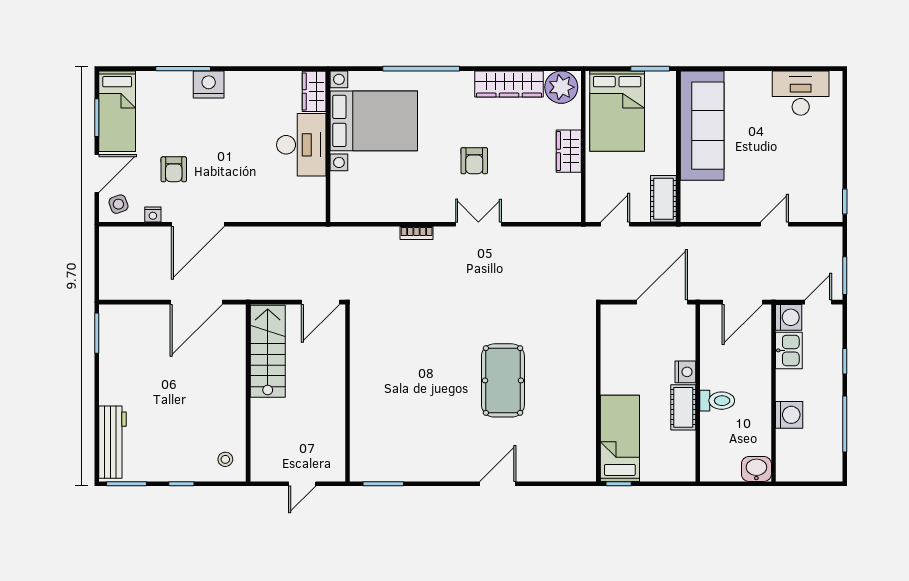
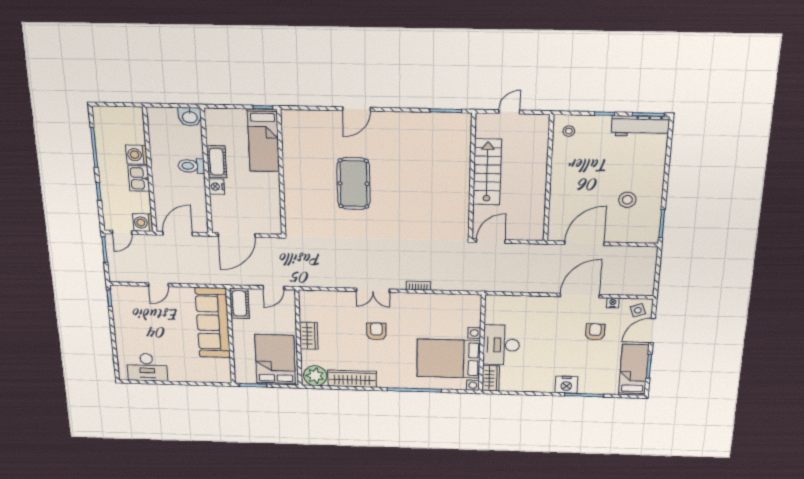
sofa: (702, 126) -> (213, 323), moved
kitchen sink: (789, 350) -> (139, 178), moved
stairs: (268, 351) -> (487, 172), moved, turned 180
stool: (144, 366) -> (627, 200), added
workbench: (113, 442) -> (640, 126), moved, turned -90
washbasin: (756, 469) -> (190, 117), moved

